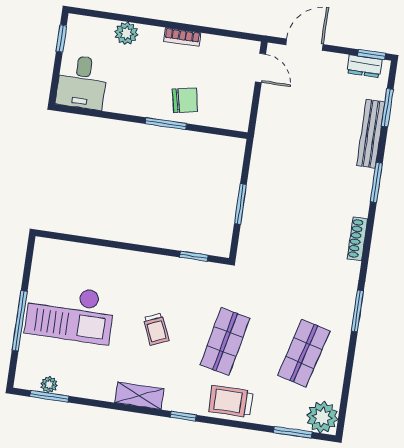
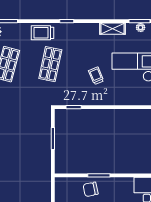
trolley: (156, 329) -> (96, 76), moved
shelving: (139, 396) -> (113, 29), moved
trolley: (231, 401) -> (43, 33), turned 180

